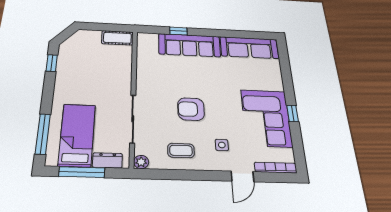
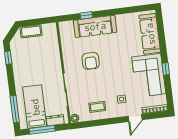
cot: (117, 38) -> (31, 31), moved
sofa: (249, 48) -> (150, 34), moved, turned 90
armchair: (191, 109) -> (91, 61), moved, turned -90

